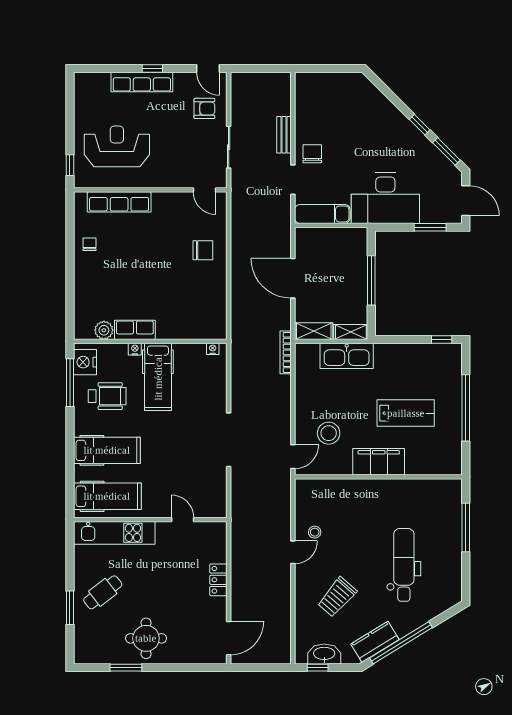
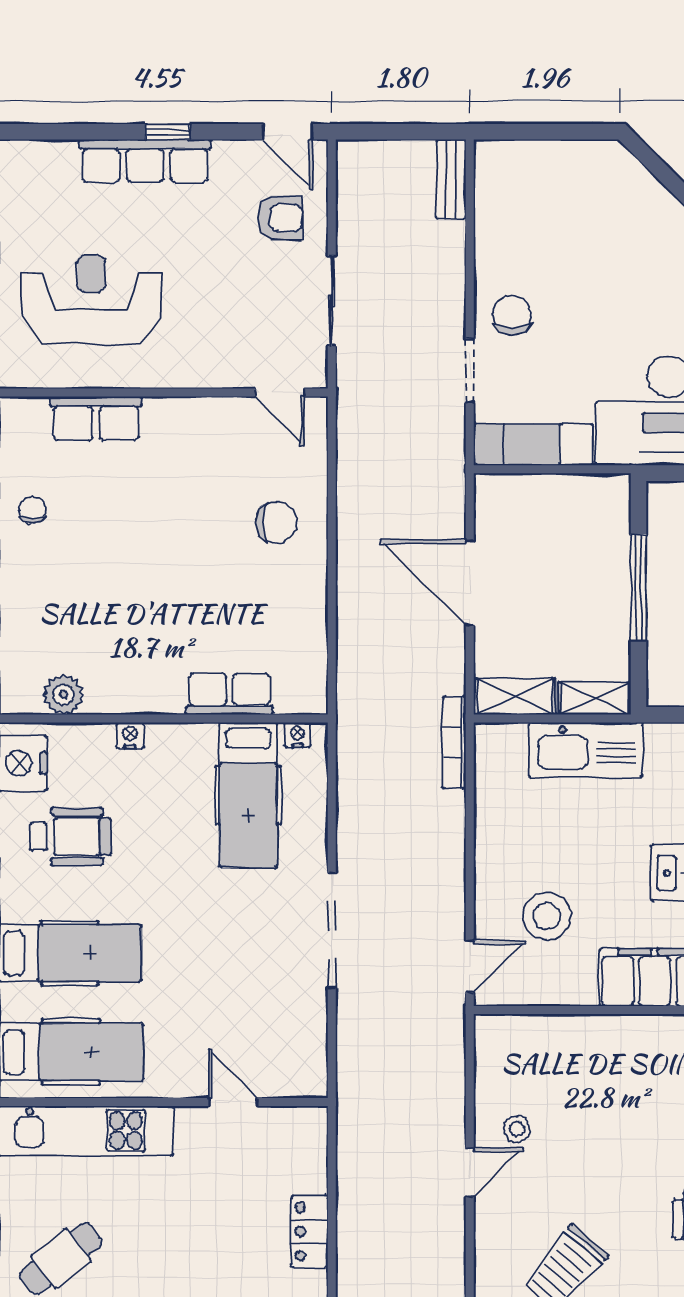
bench: (284, 135) -> (451, 179), moved
row of seats: (119, 202) -> (96, 418), width x0.68
row of seats: (135, 330) -> (229, 694), moved
hospital bed: (158, 377) -> (248, 795), moved

